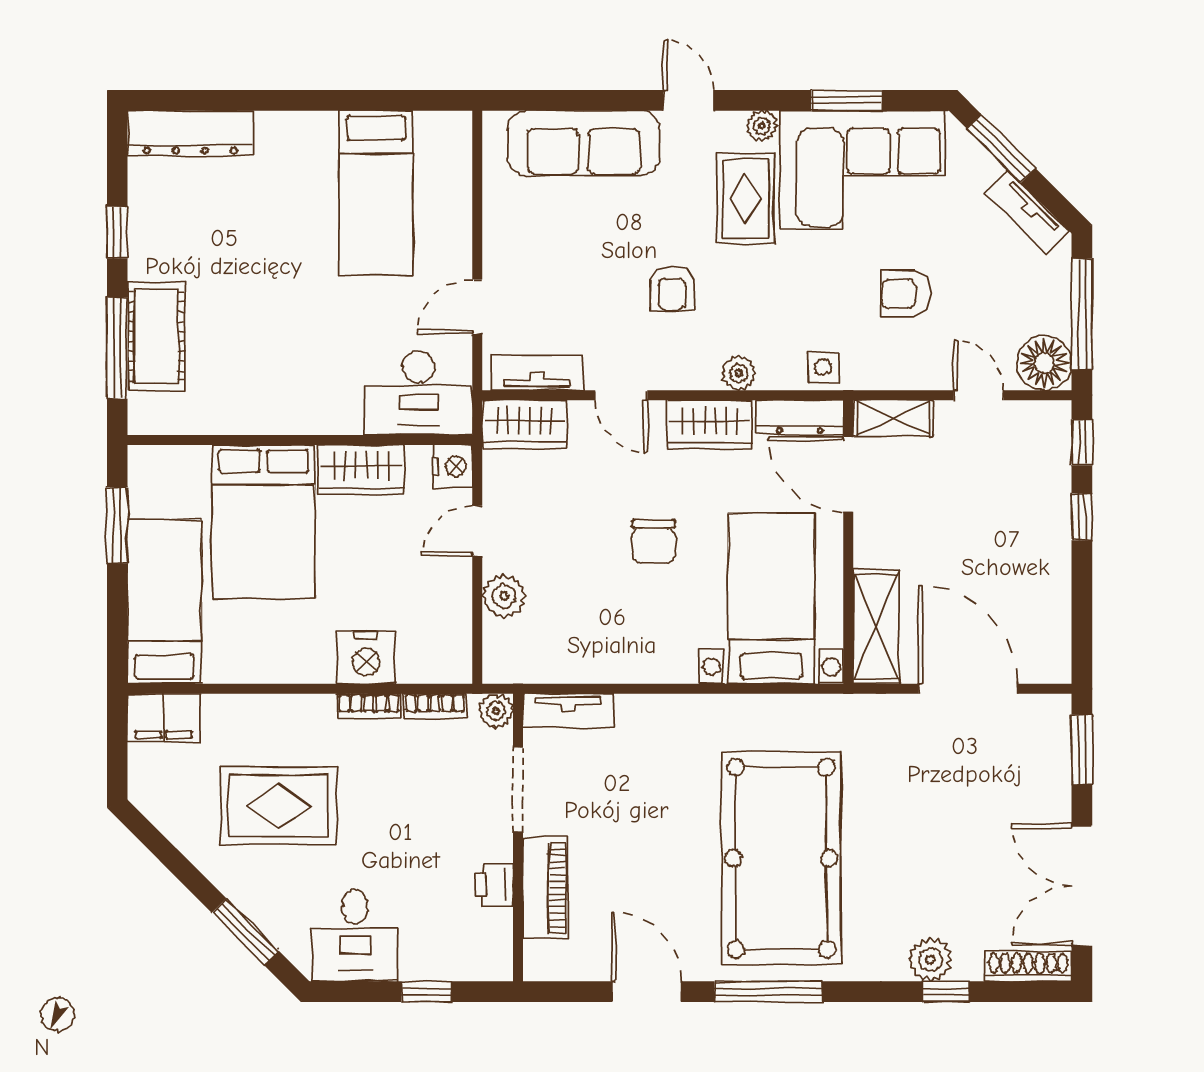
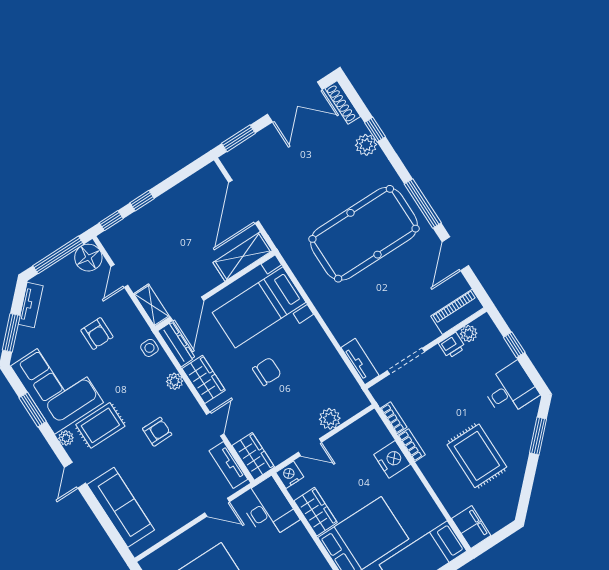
plant: (496, 711) -> (469, 334), moved
piano: (545, 888) -> (457, 312), moved

